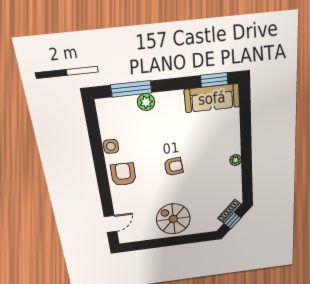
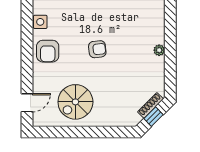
armchair: (123, 174) -> (48, 51), turned 180
spiral stairs: (173, 219) -> (75, 102), moved, turned -90

